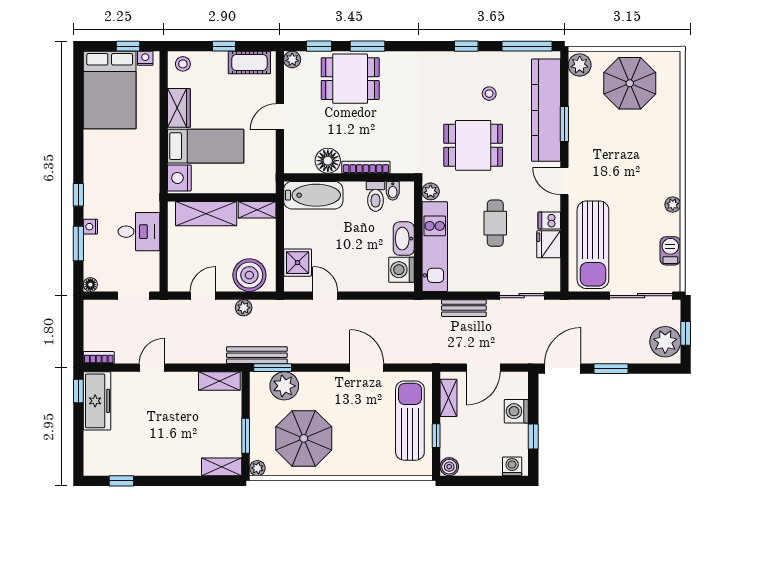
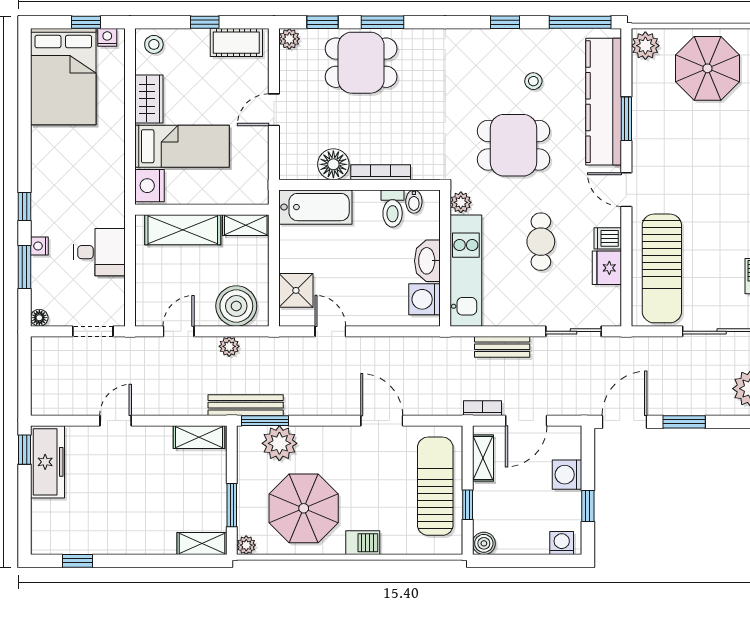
bookcase: (99, 358) -> (482, 408), moved
barbecue: (351, 466) -> (363, 543), added

